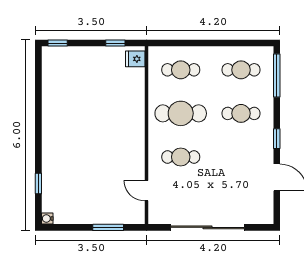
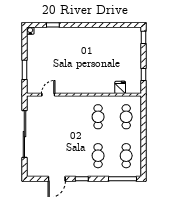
fridge: (135, 59) -> (120, 87), moved
cafe table: (181, 113) -> (98, 117), width x0.73, depth x0.74
cafe table: (181, 157) -> (70, 117), removed

